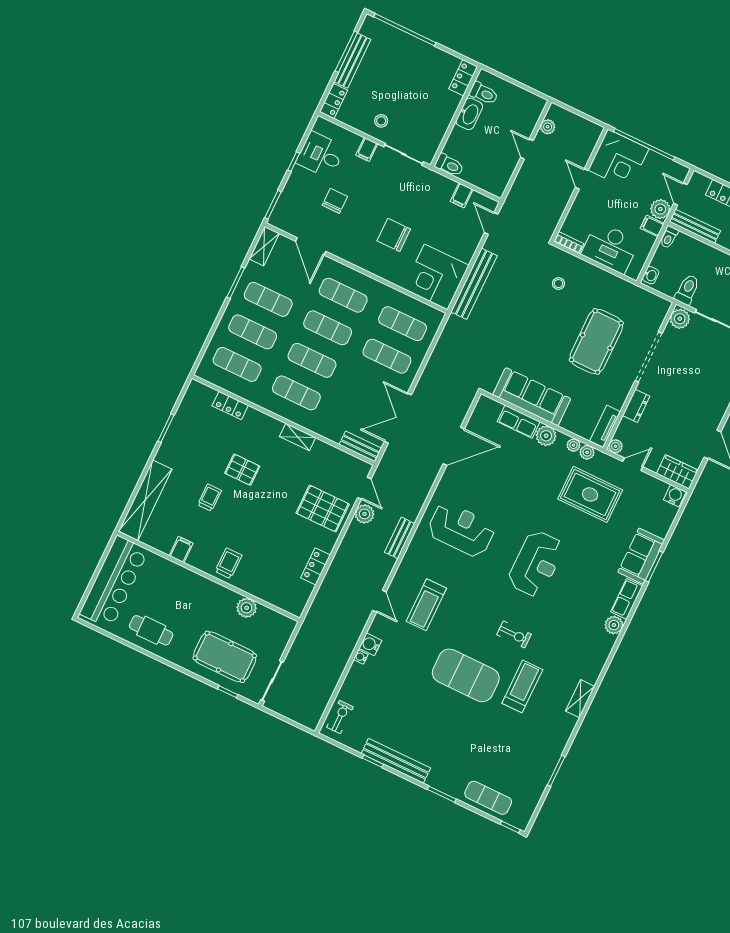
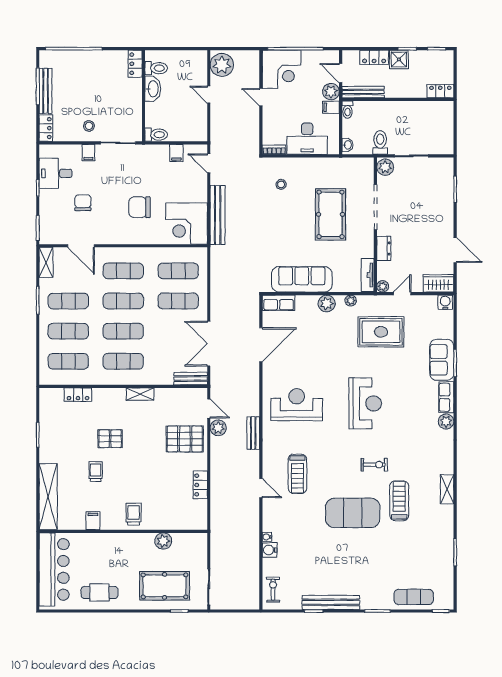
plant: (548, 127) -> (222, 65), width x1.88, depth x1.88
row of seats: (519, 422) -> (279, 303), moved
plant: (587, 452) -> (364, 301), removed
water cooler: (370, 644) -> (270, 550), moved

